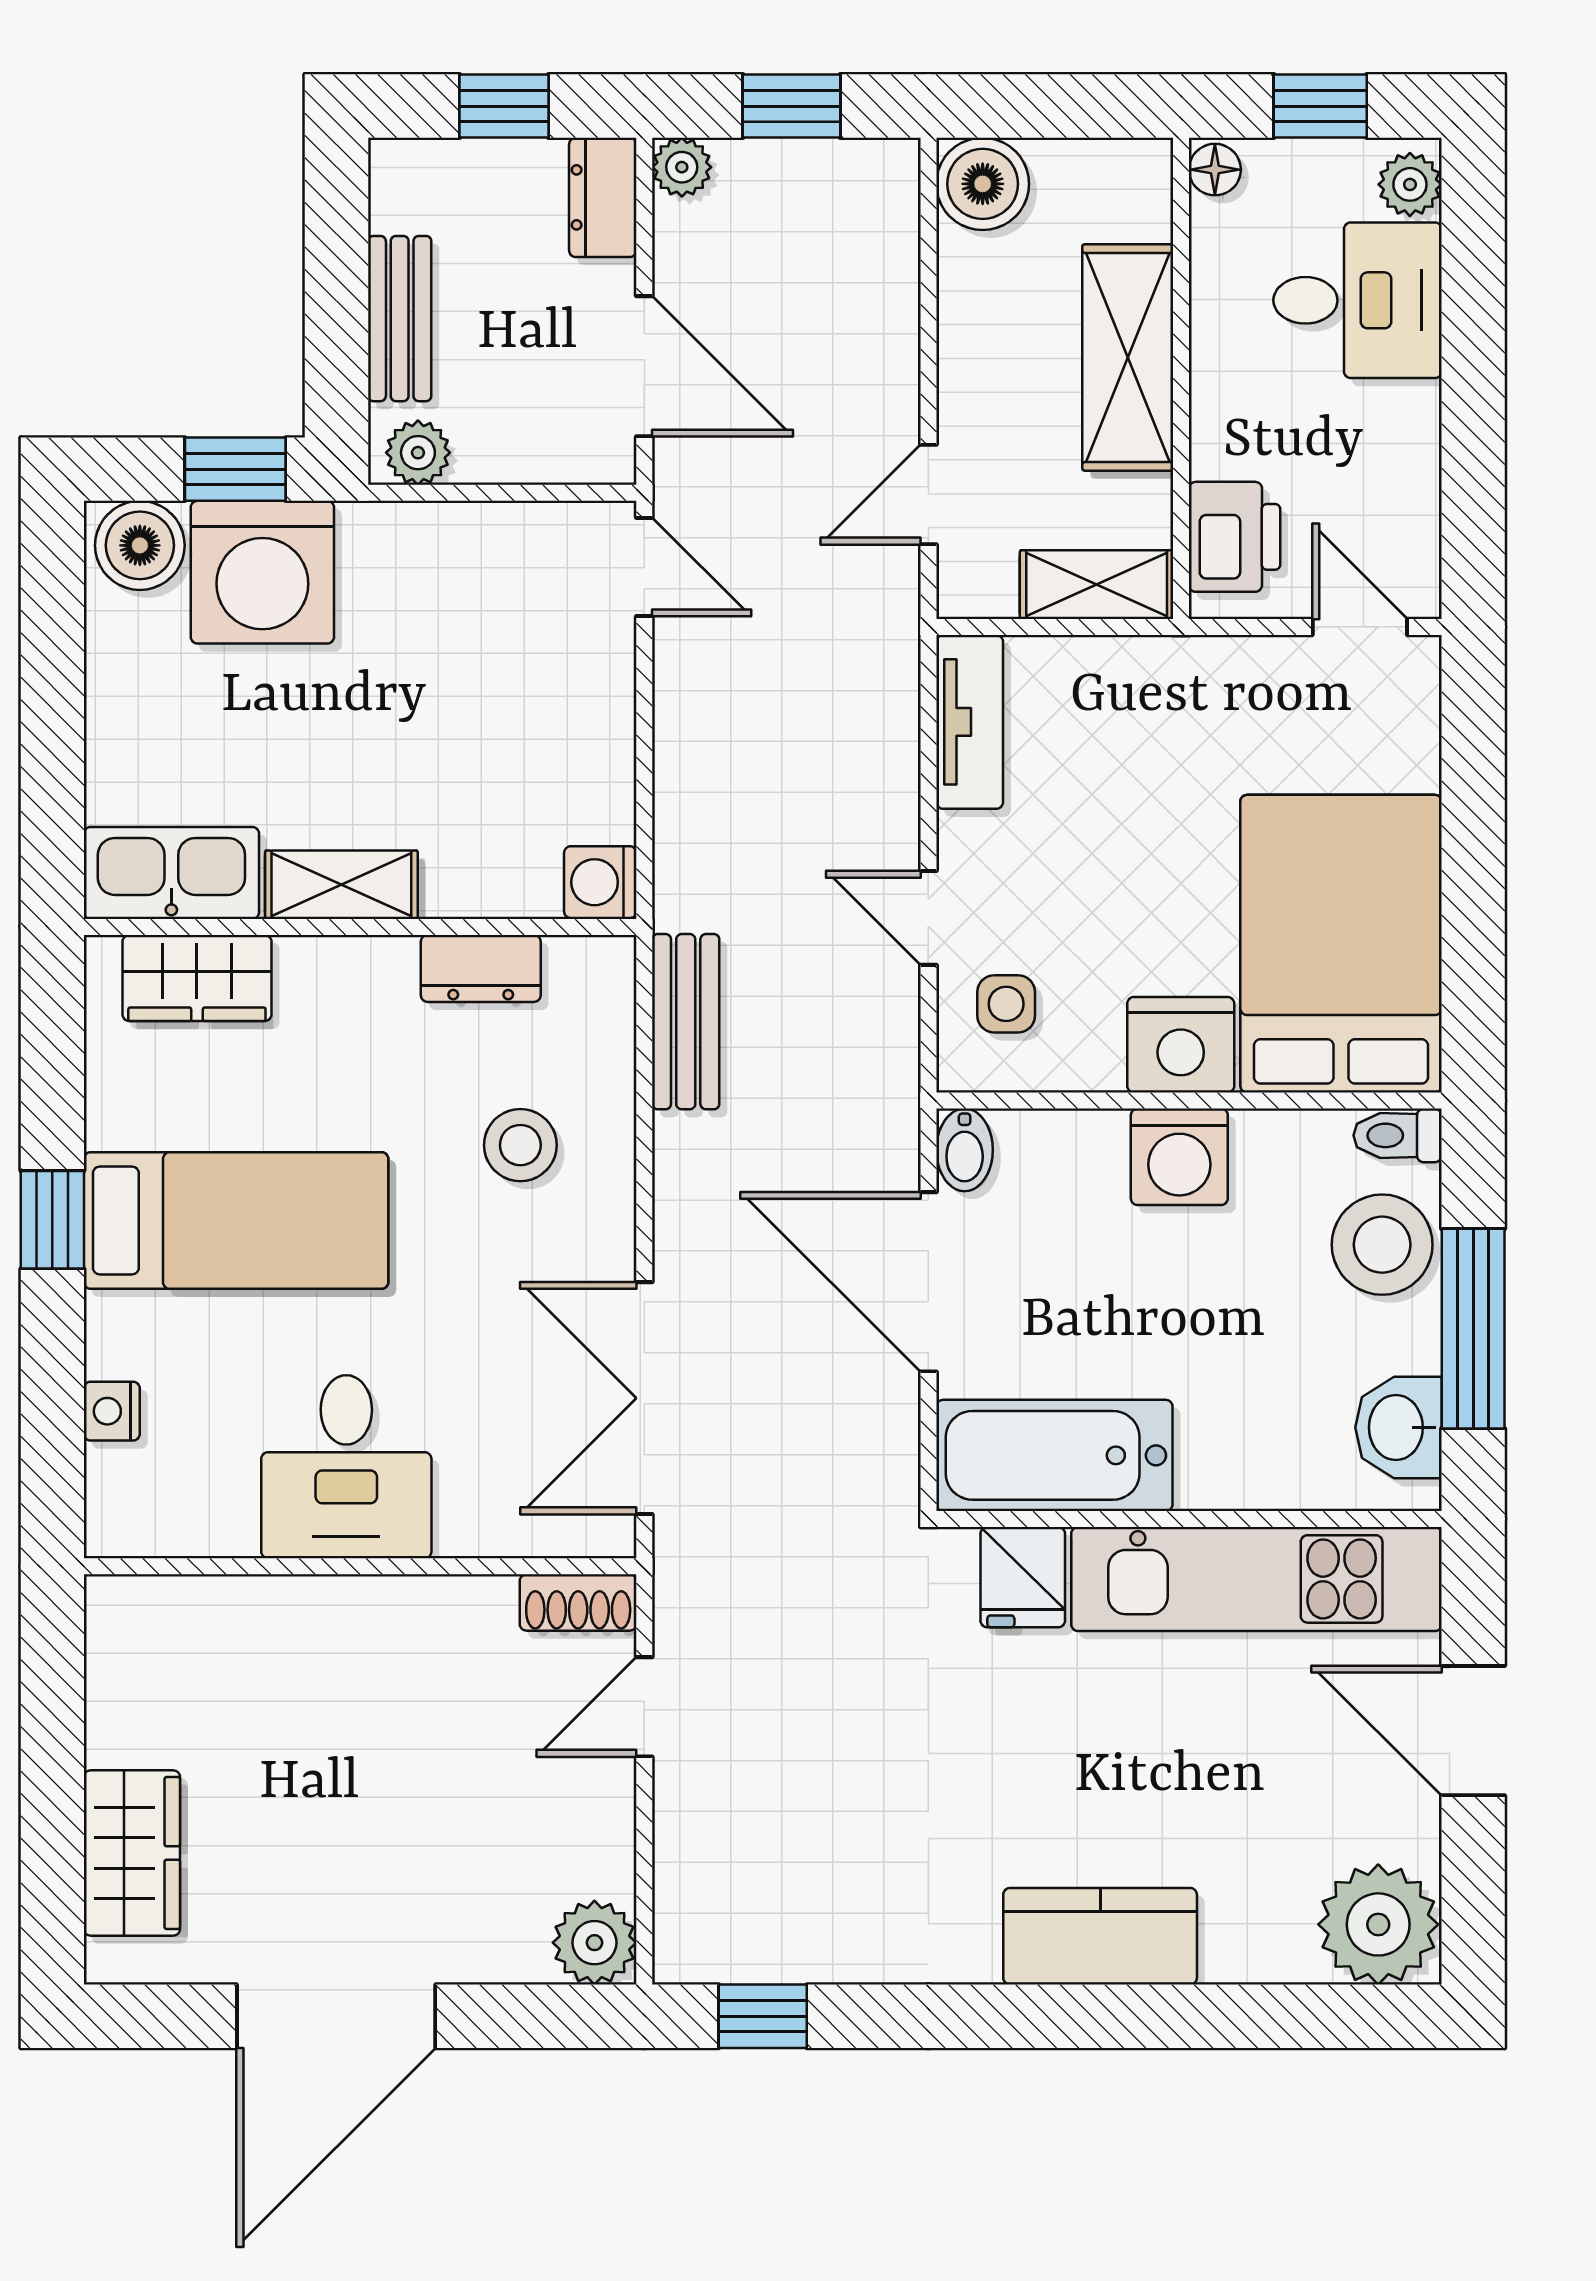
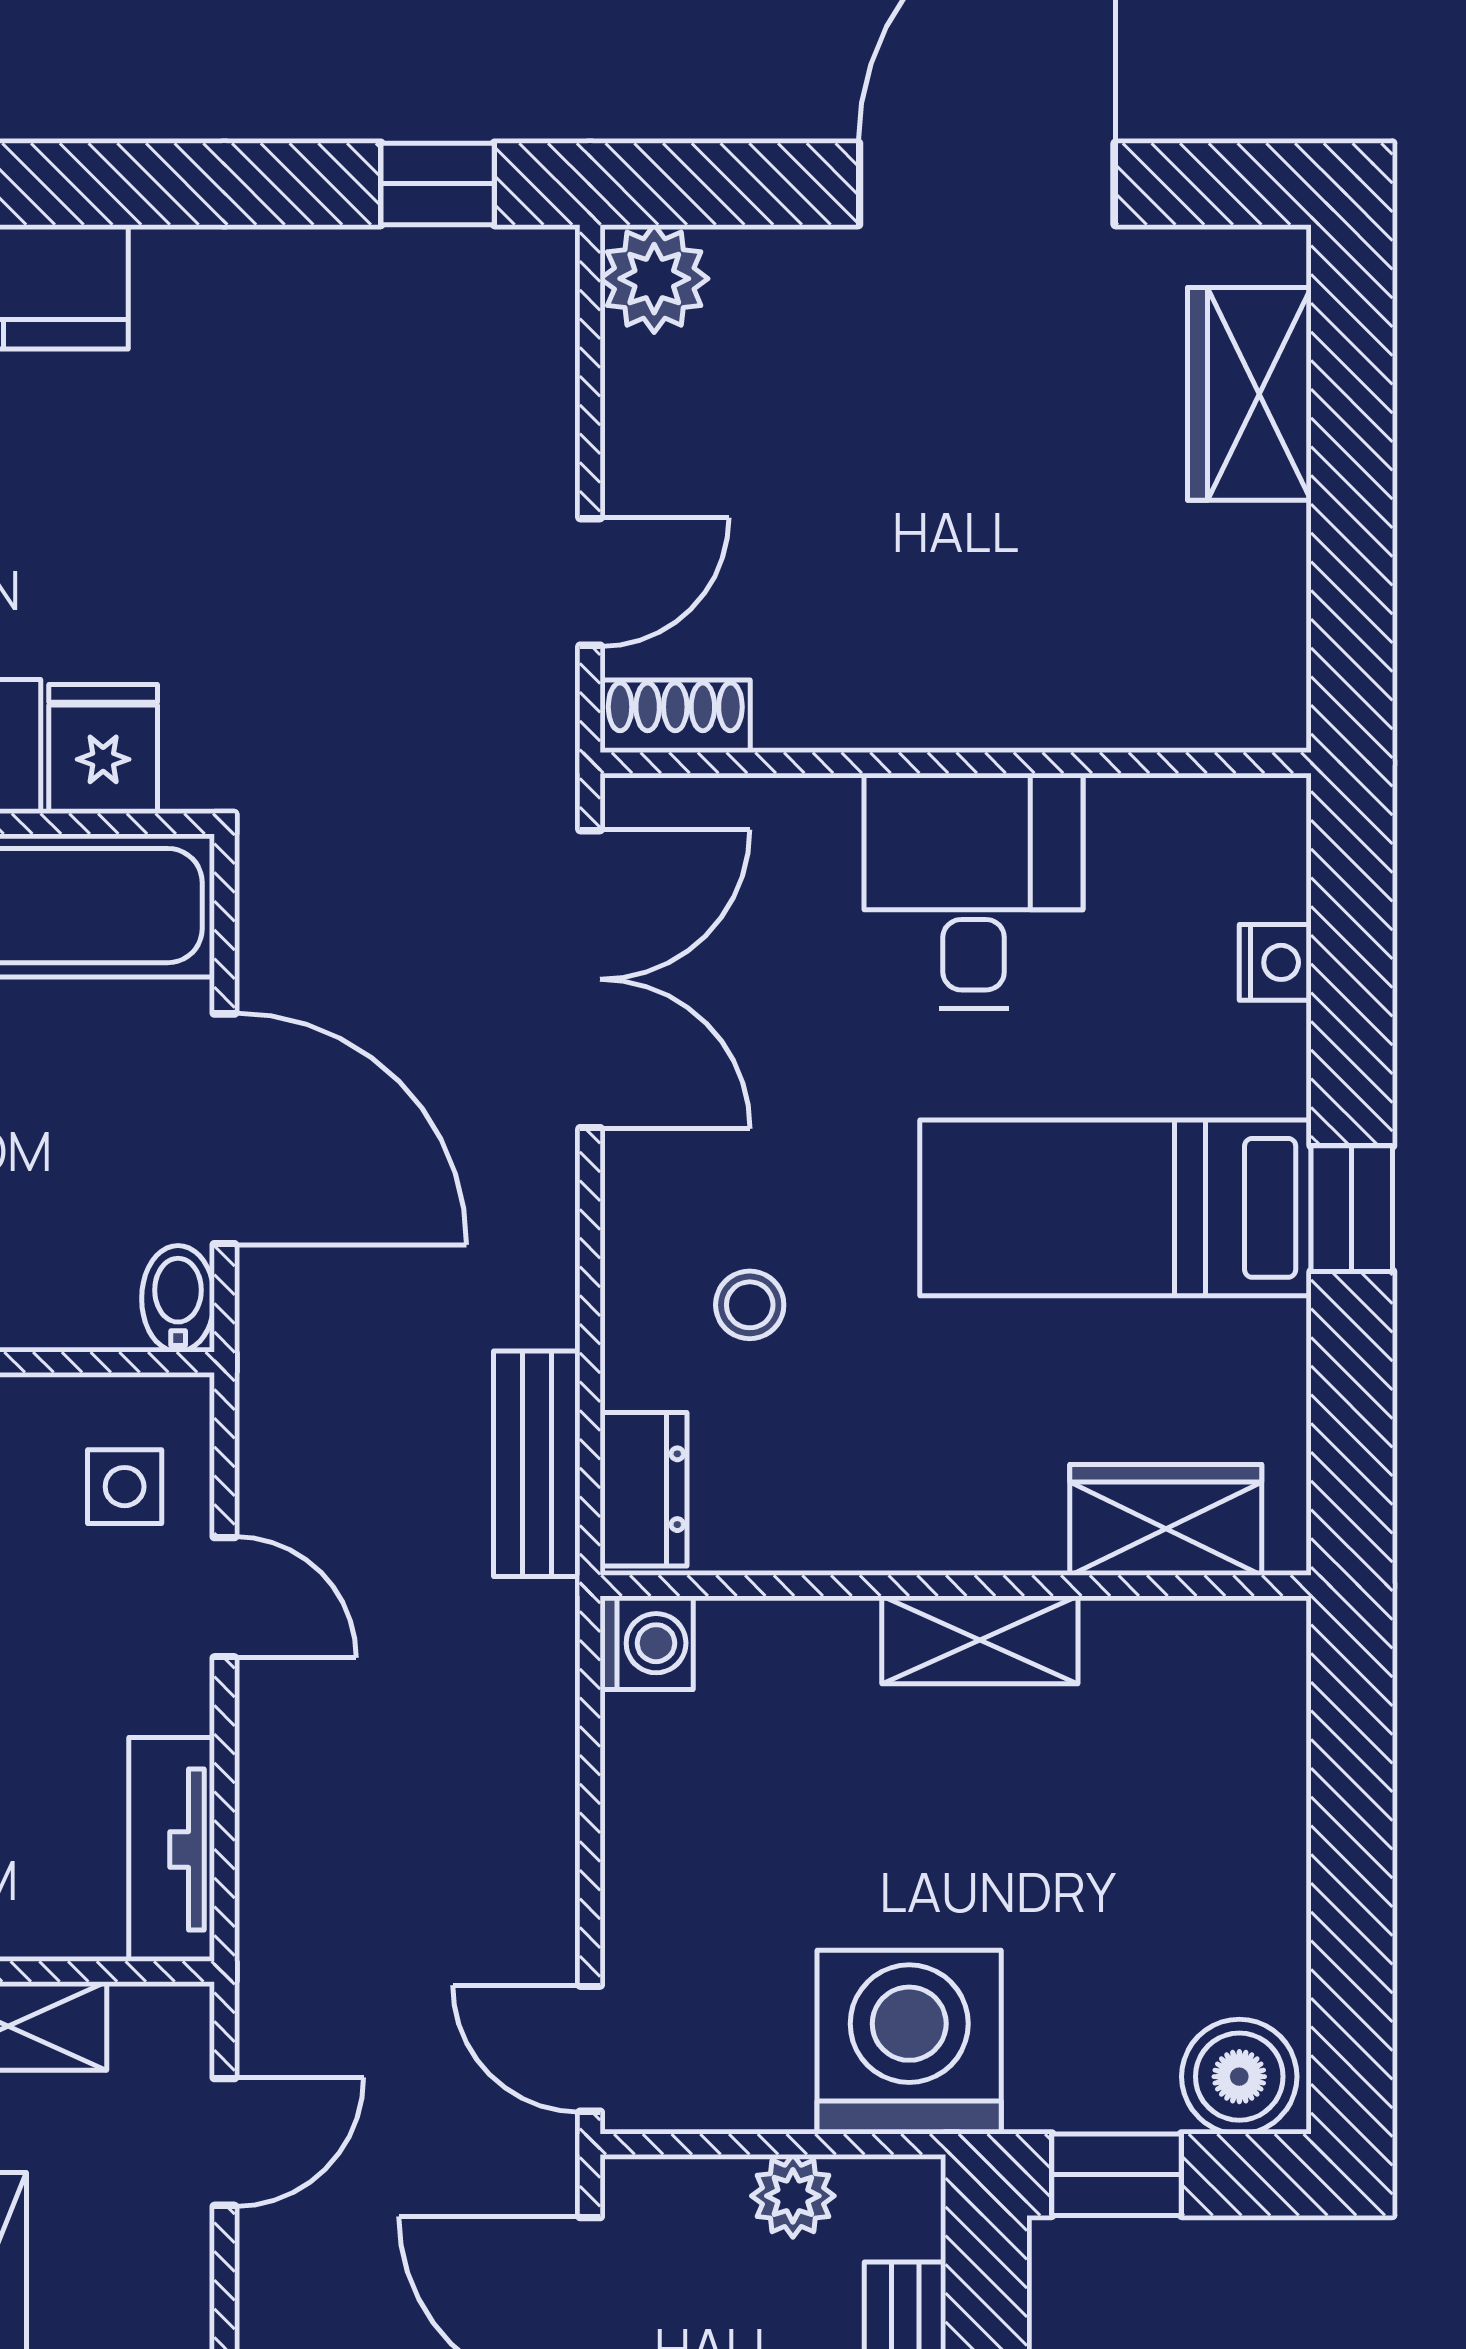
plant: (418, 453) -> (793, 2196), moved
washing machine: (262, 572) -> (909, 2042), moved
kitchen sink: (171, 873) -> (1199, 1655), removed
dresser: (481, 968) -> (644, 1489), moved, turned 90
stool: (520, 1145) -> (750, 1305), width x0.73, depth x0.73

